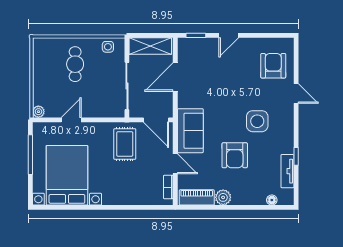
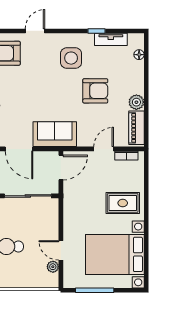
plant: (38, 112) -> (53, 267), moved
side table: (257, 121) -> (71, 58), moved
sofa: (190, 131) -> (55, 134), moved
rug: (125, 144) -> (123, 203), moved

